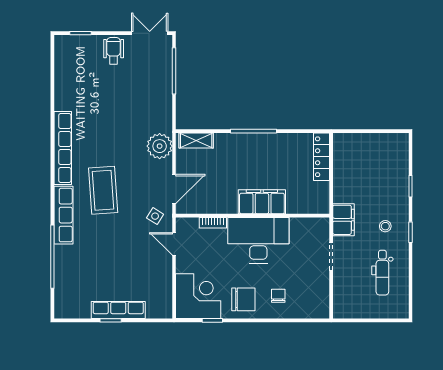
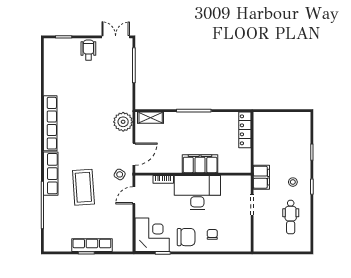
coffee table: (103, 190) -> (83, 187), moved
door: (174, 244) -> (134, 195), hinge flipped

